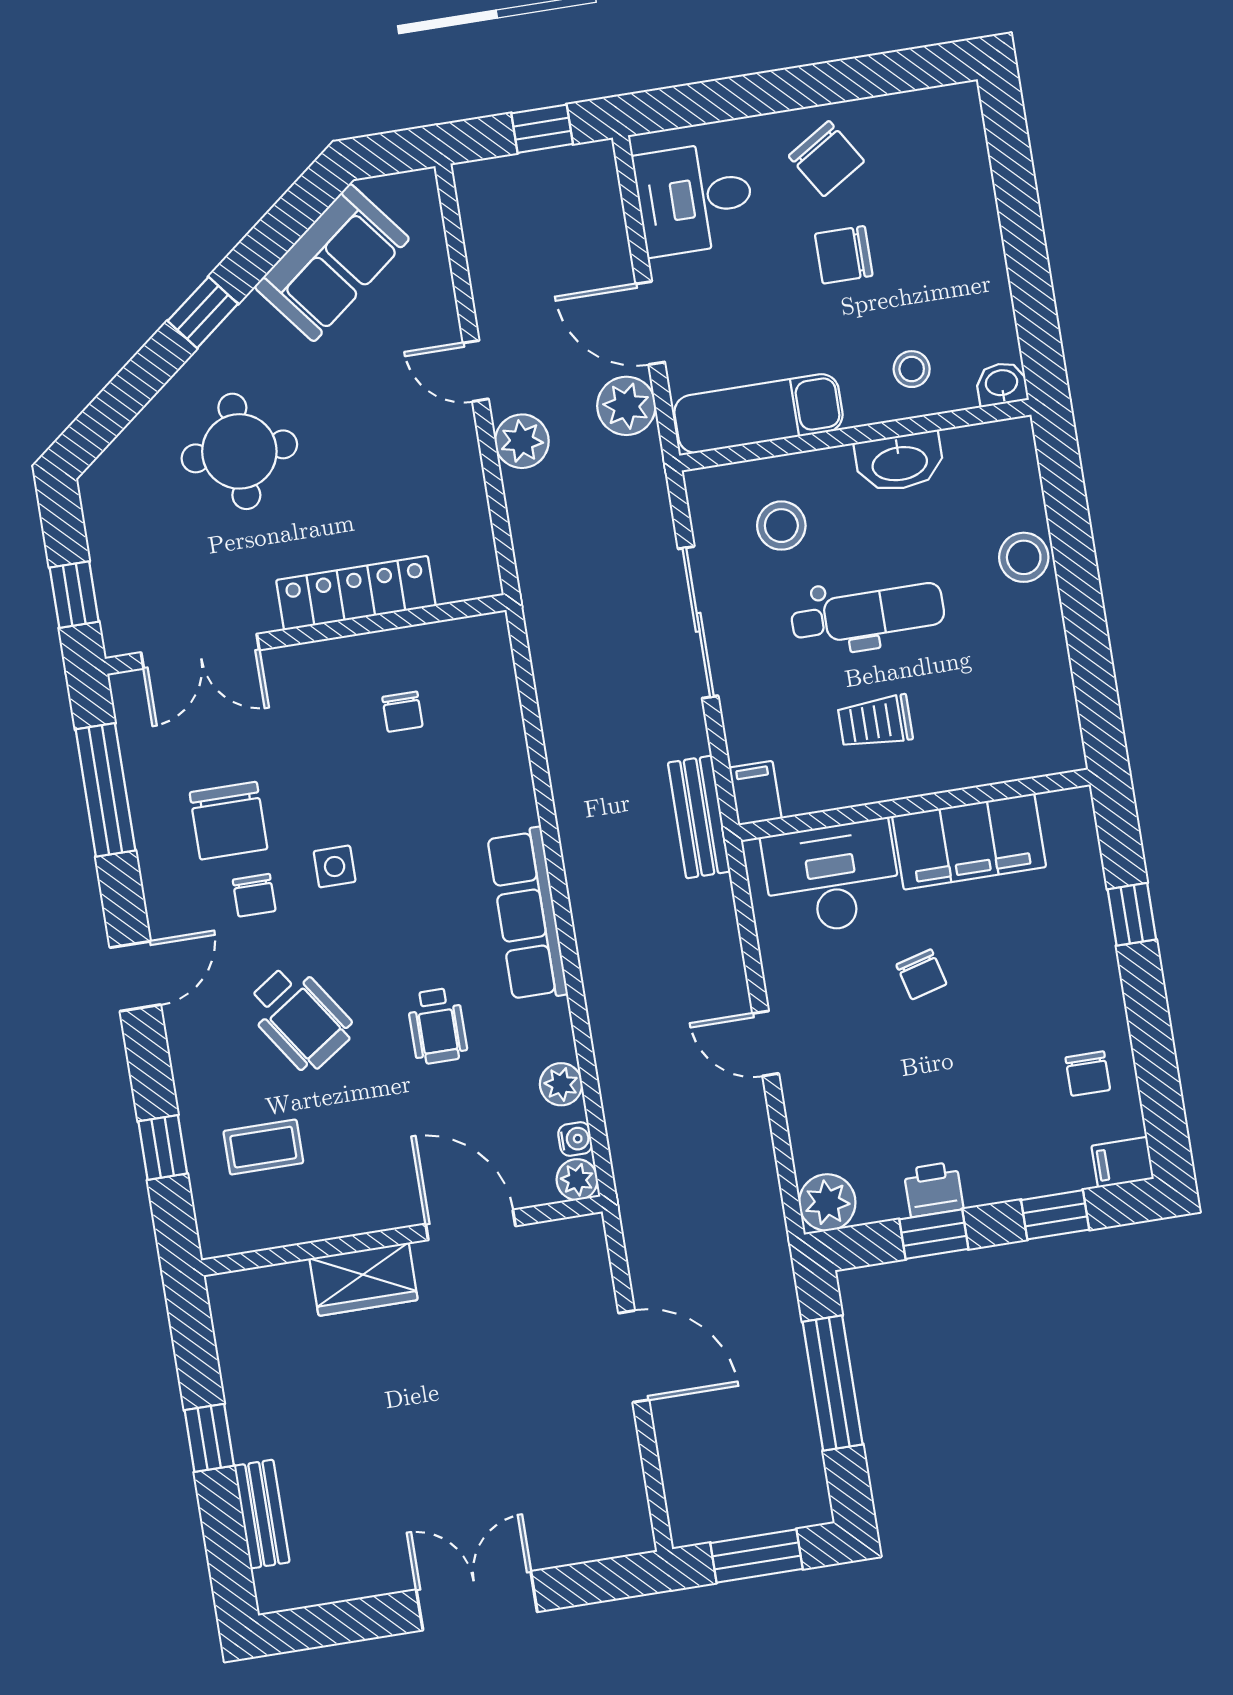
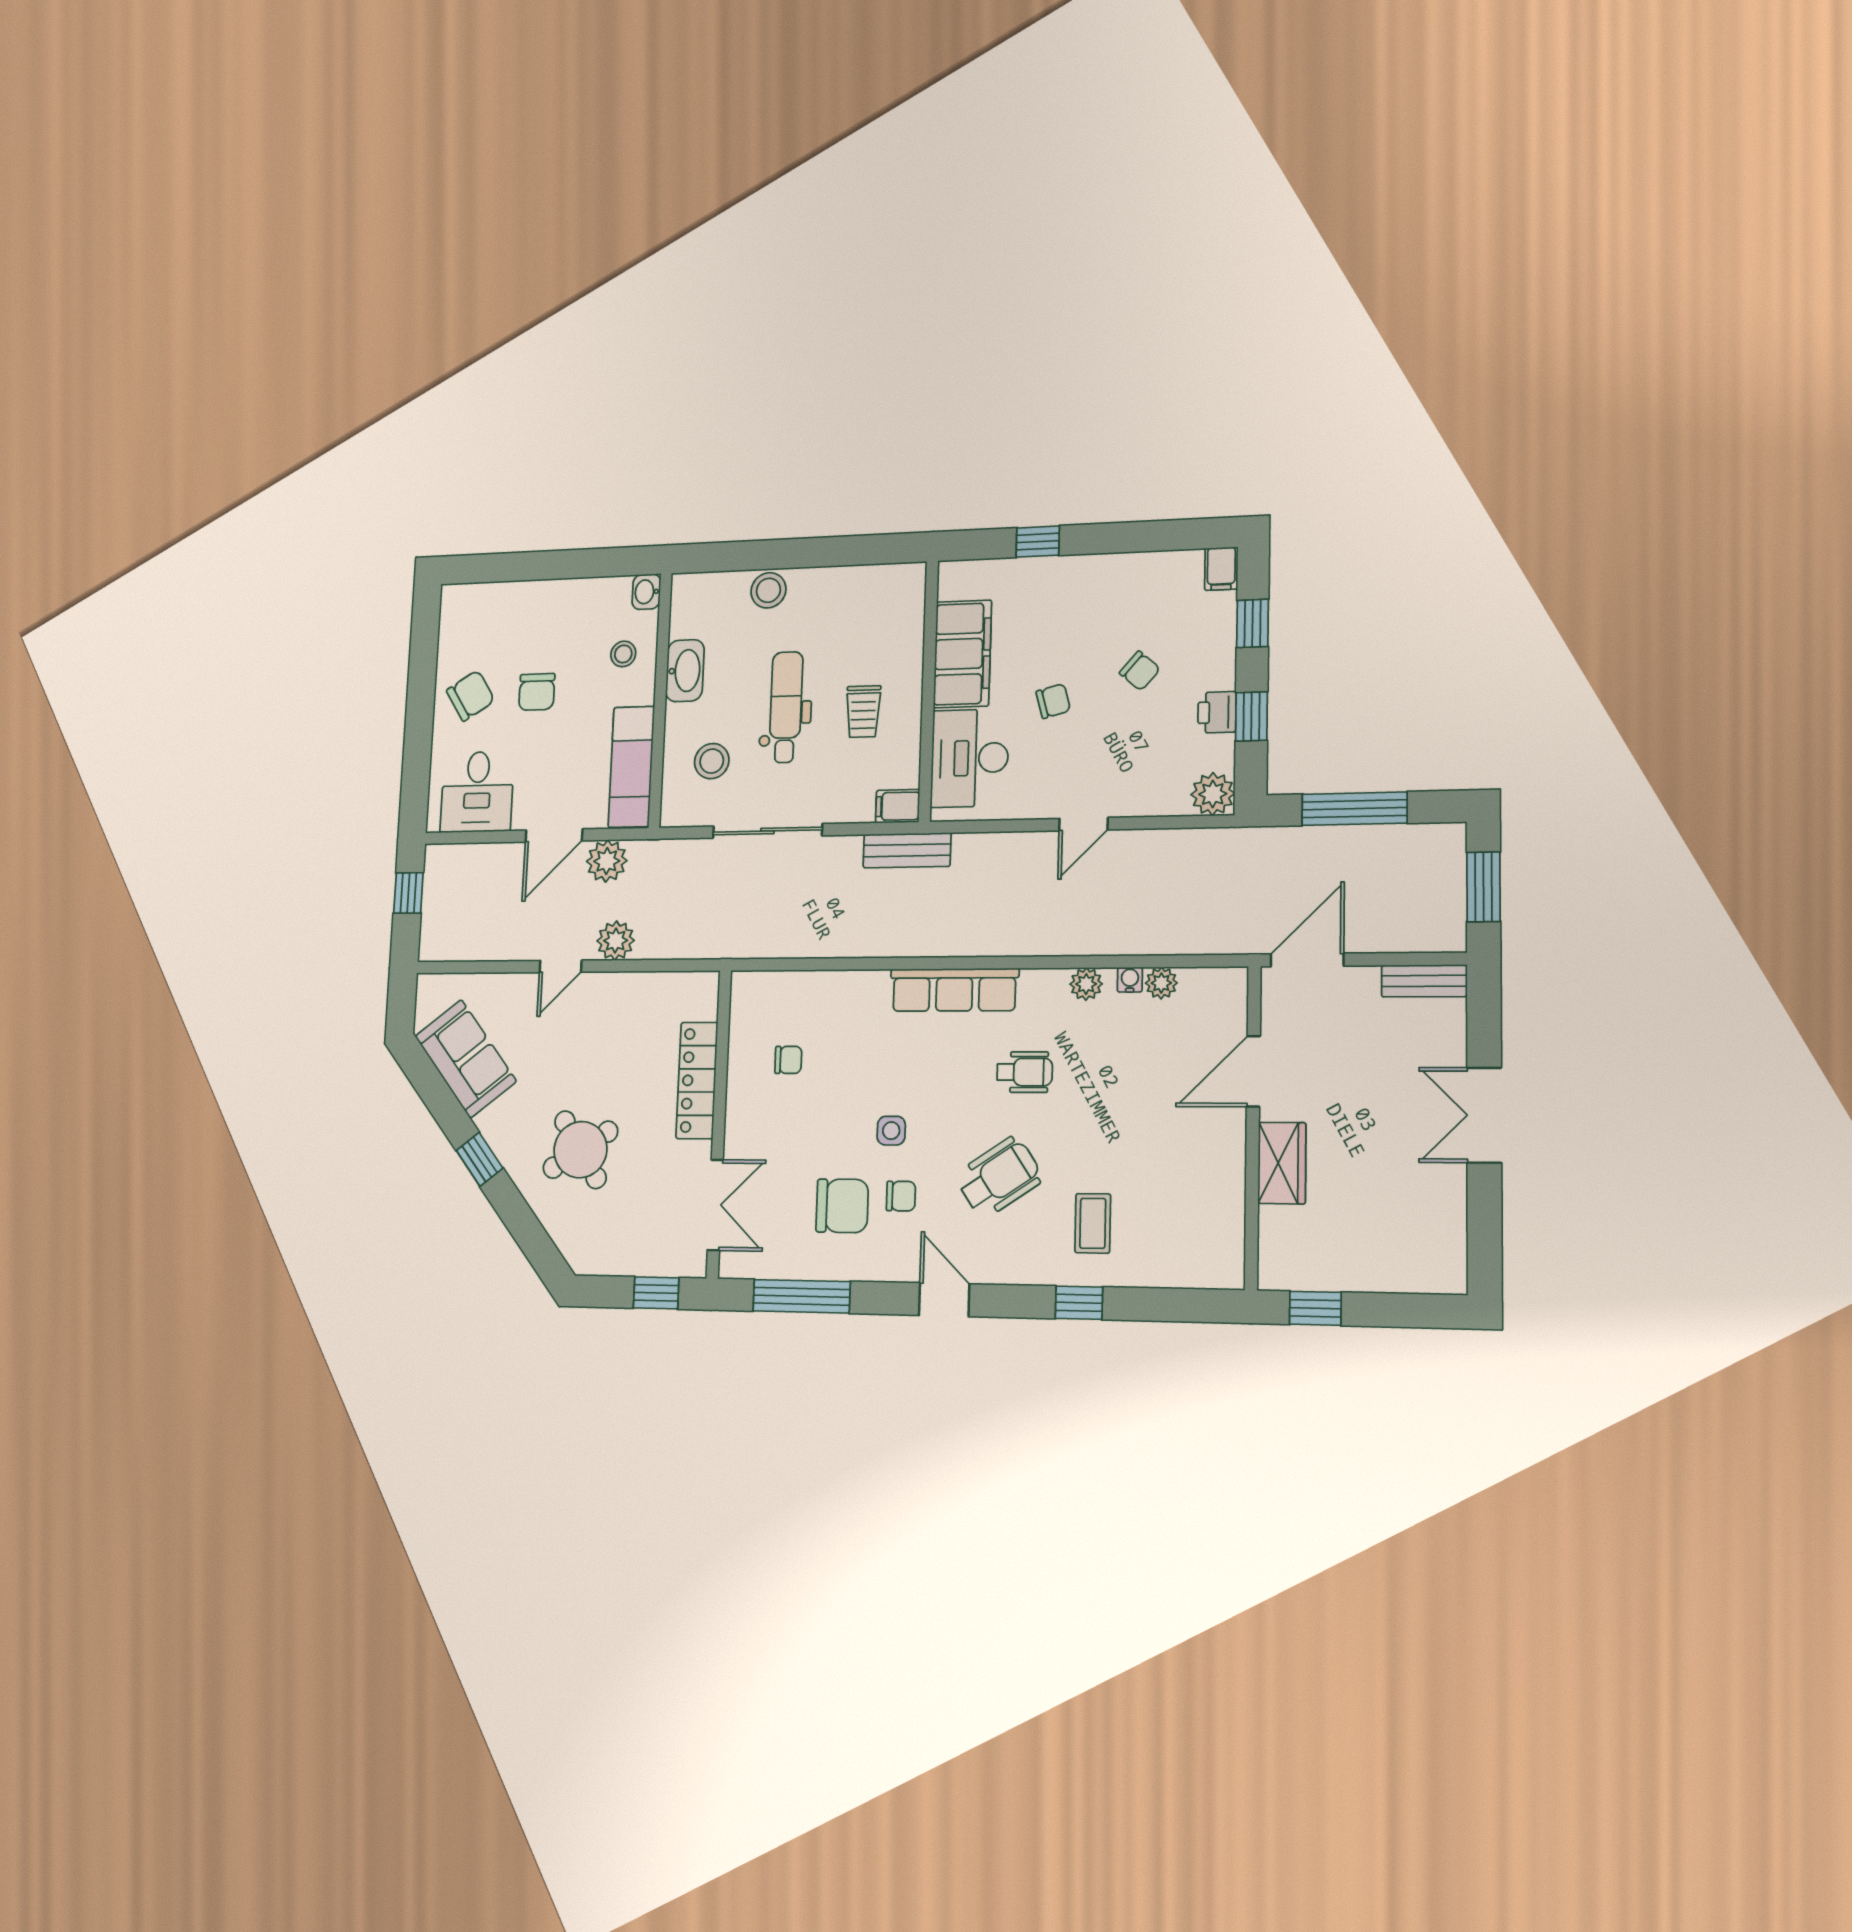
round table: (239, 451) -> (580, 1150), turned -33
chair: (1088, 1074) -> (1140, 671), moved, turned 41
door: (471, 1225) -> (1253, 1071), moved
wall: (402, 1236) -> (1253, 1127), moved
wardrobe: (364, 1279) -> (1282, 1163), moved
bench: (262, 1514) -> (1424, 981), moved

